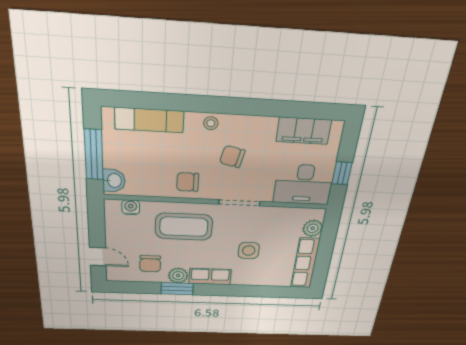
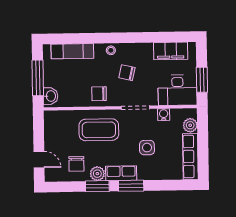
window: (342, 173) -> (202, 80), width x1.50
water cooler: (131, 207) -> (164, 115), moved
window: (222, 290) -> (131, 186), added

